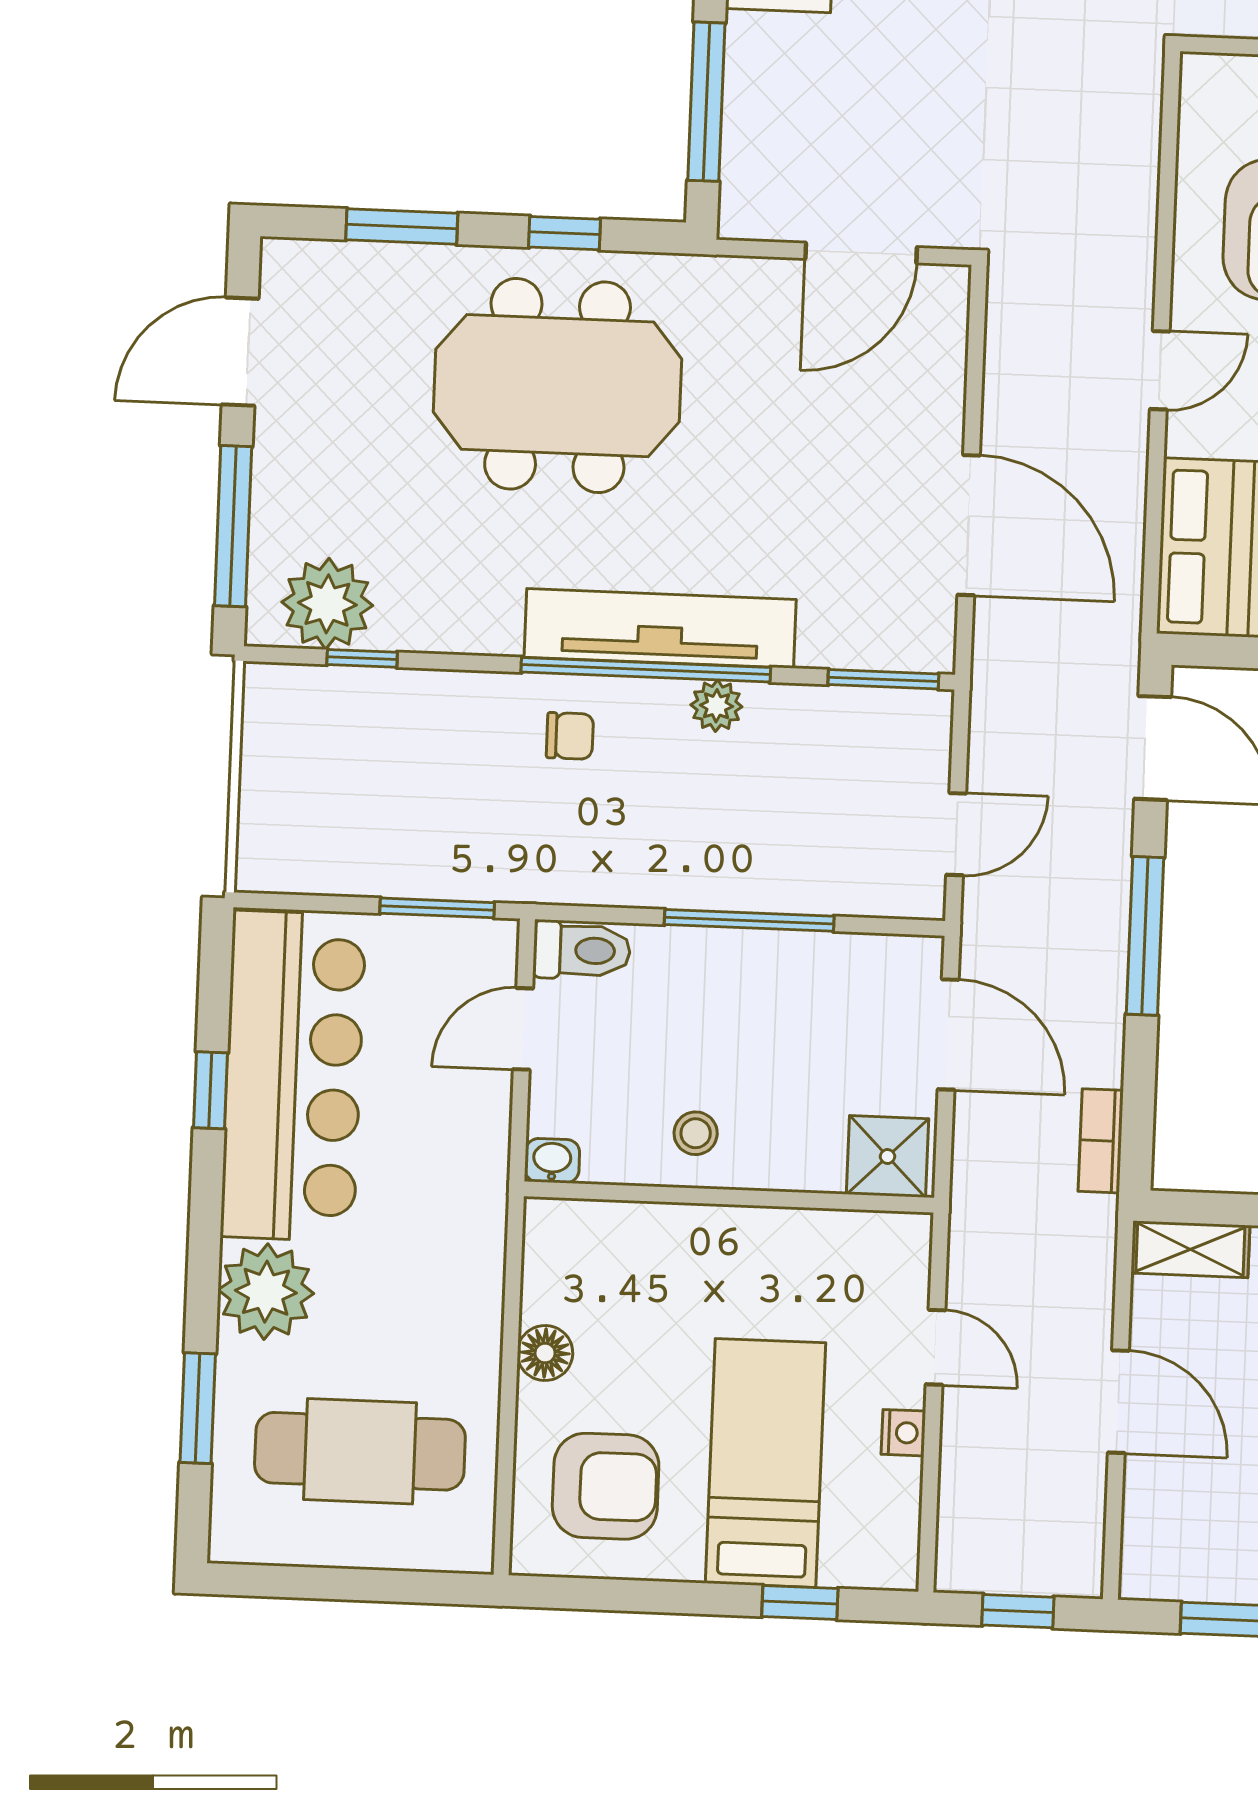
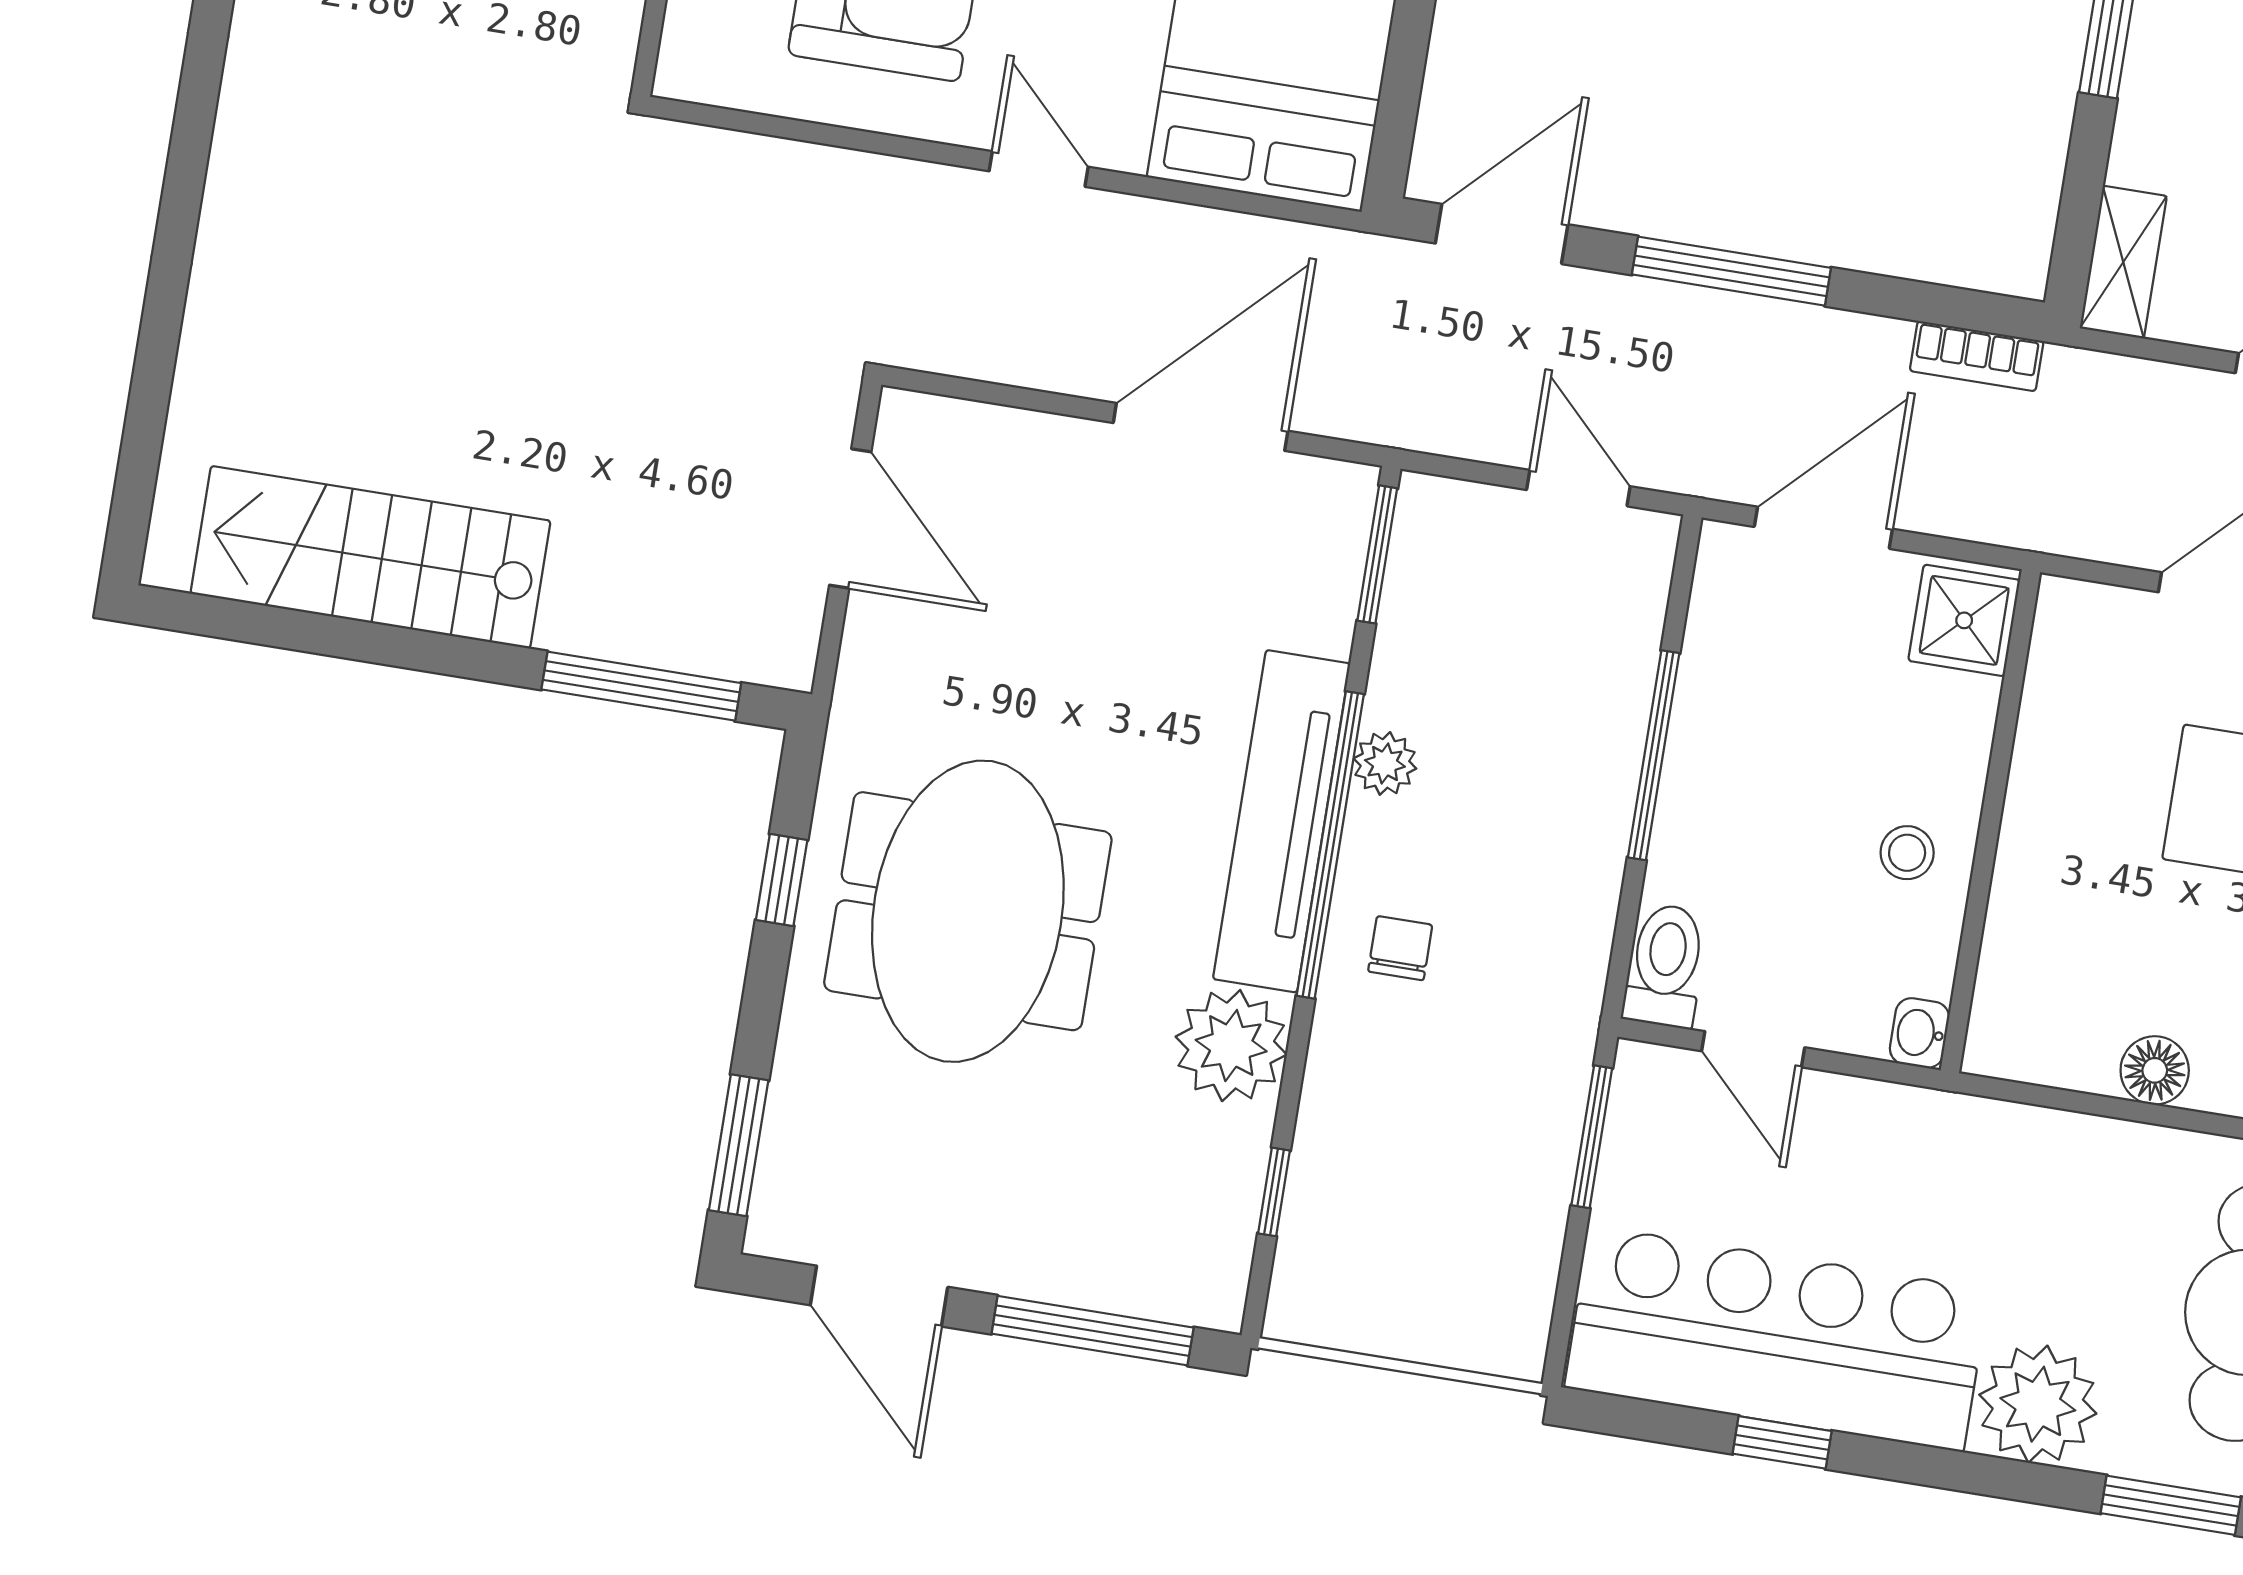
window: (402, 227) -> (739, 1145), moved
plant: (327, 604) -> (1231, 1046), moved

